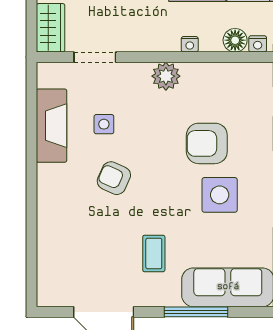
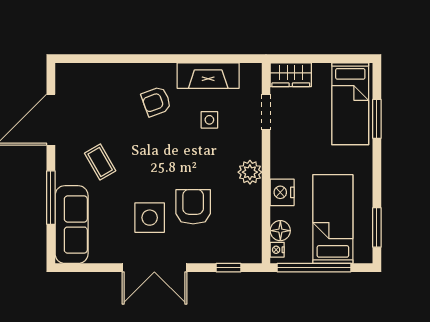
nightstand: (190, 44) -> (282, 192), width x1.89, depth x1.79
armchair: (114, 178) -> (156, 102), moved, turned -134
coffee table: (154, 253) -> (100, 162), turned 60

